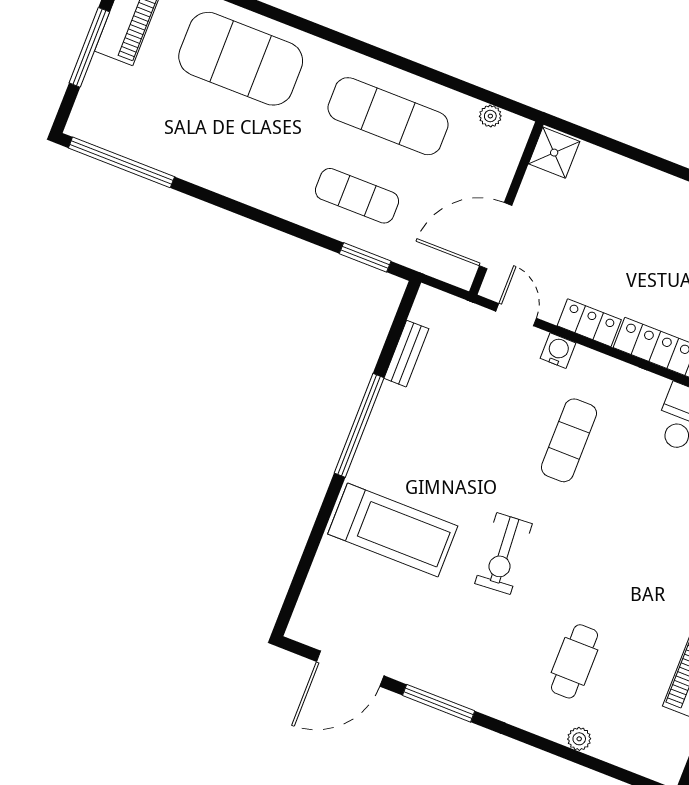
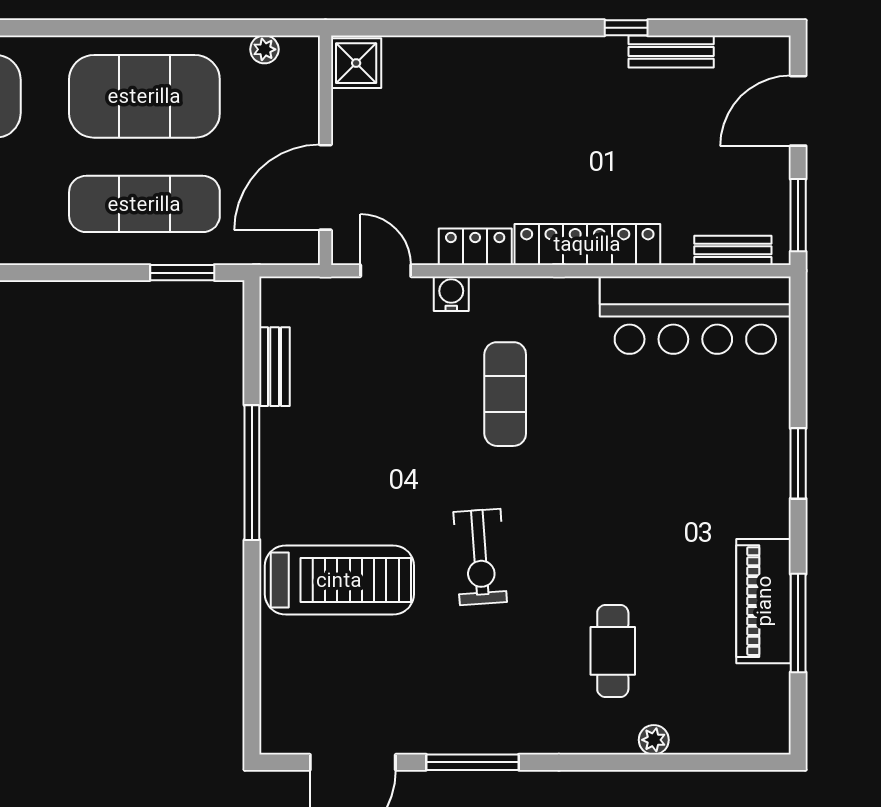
exercise mat: (388, 116) -> (144, 96), width x1.47
exercise mat: (357, 196) -> (144, 204), width x1.36, depth x1.45

